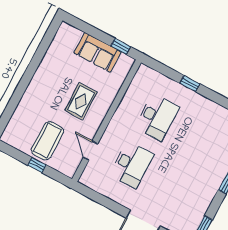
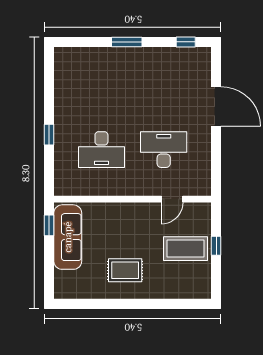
sofa: (98, 52) -> (68, 237), width x1.36
rug: (81, 101) -> (125, 270), moved
desk: (157, 117) -> (101, 150), turned 180

